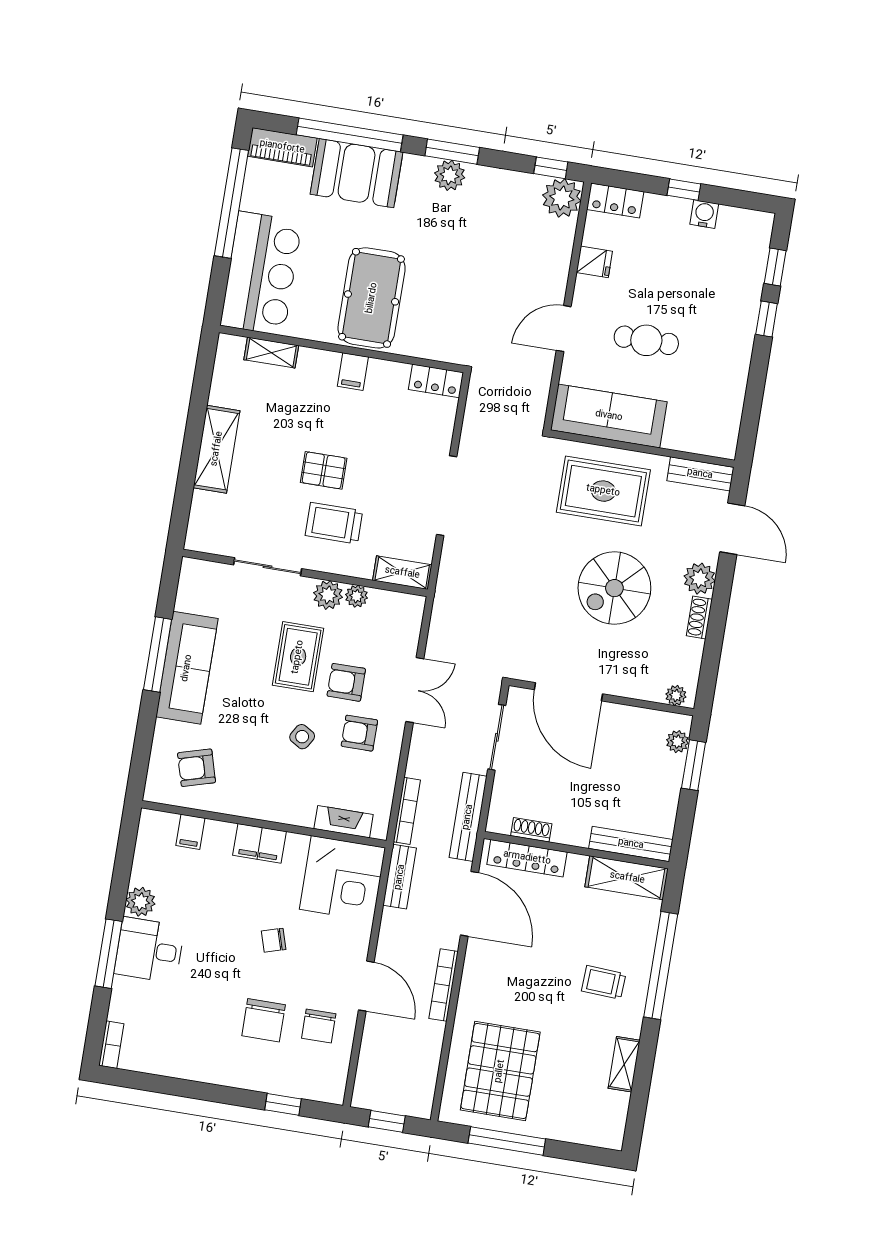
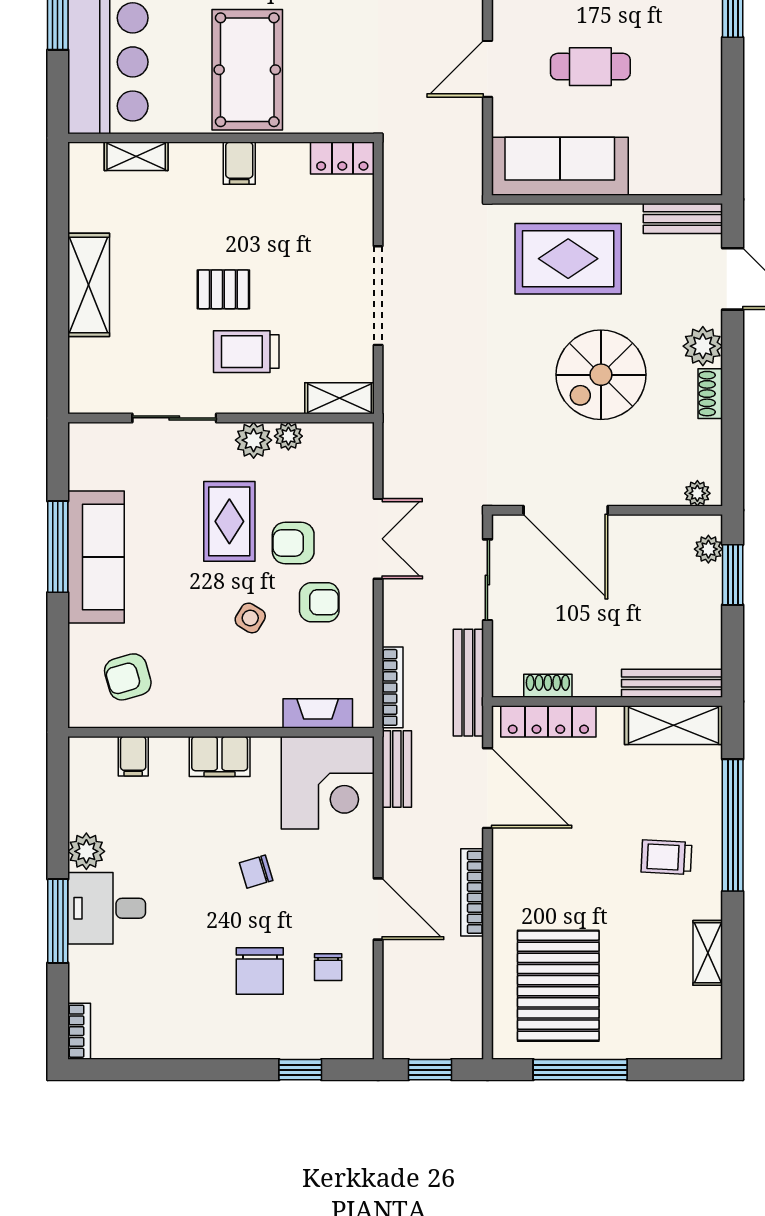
armchair: (359, 733) -> (319, 602), turned 180
chair: (319, 1026) -> (328, 967), width x0.73, depth x0.73

